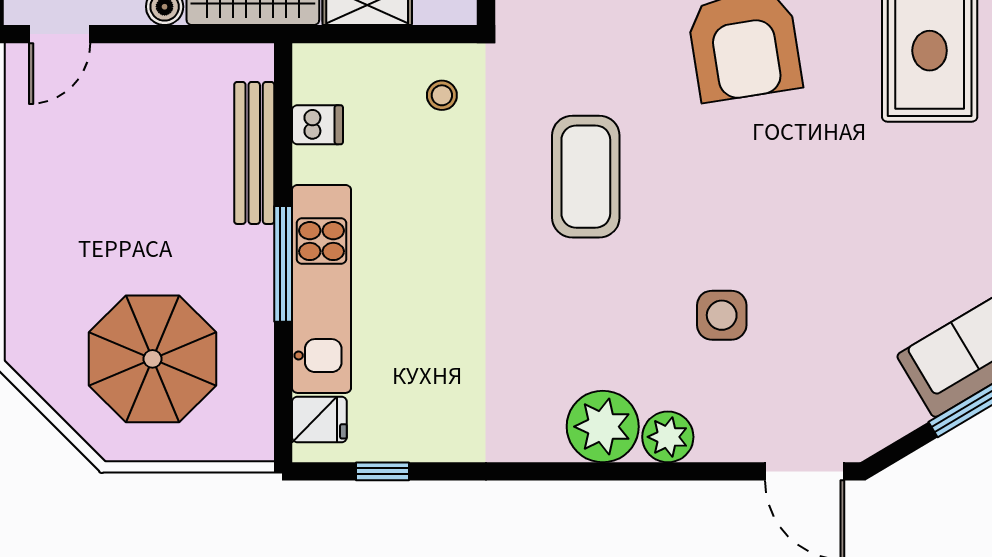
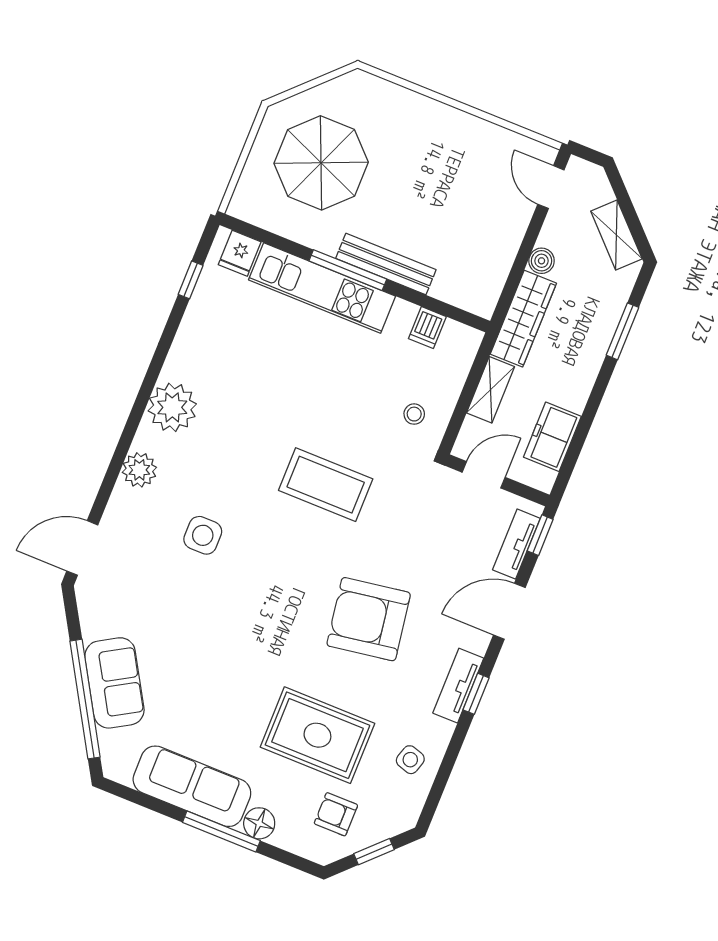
bench: (254, 153) -> (386, 264), moved
plant: (603, 427) -> (172, 407), moved

